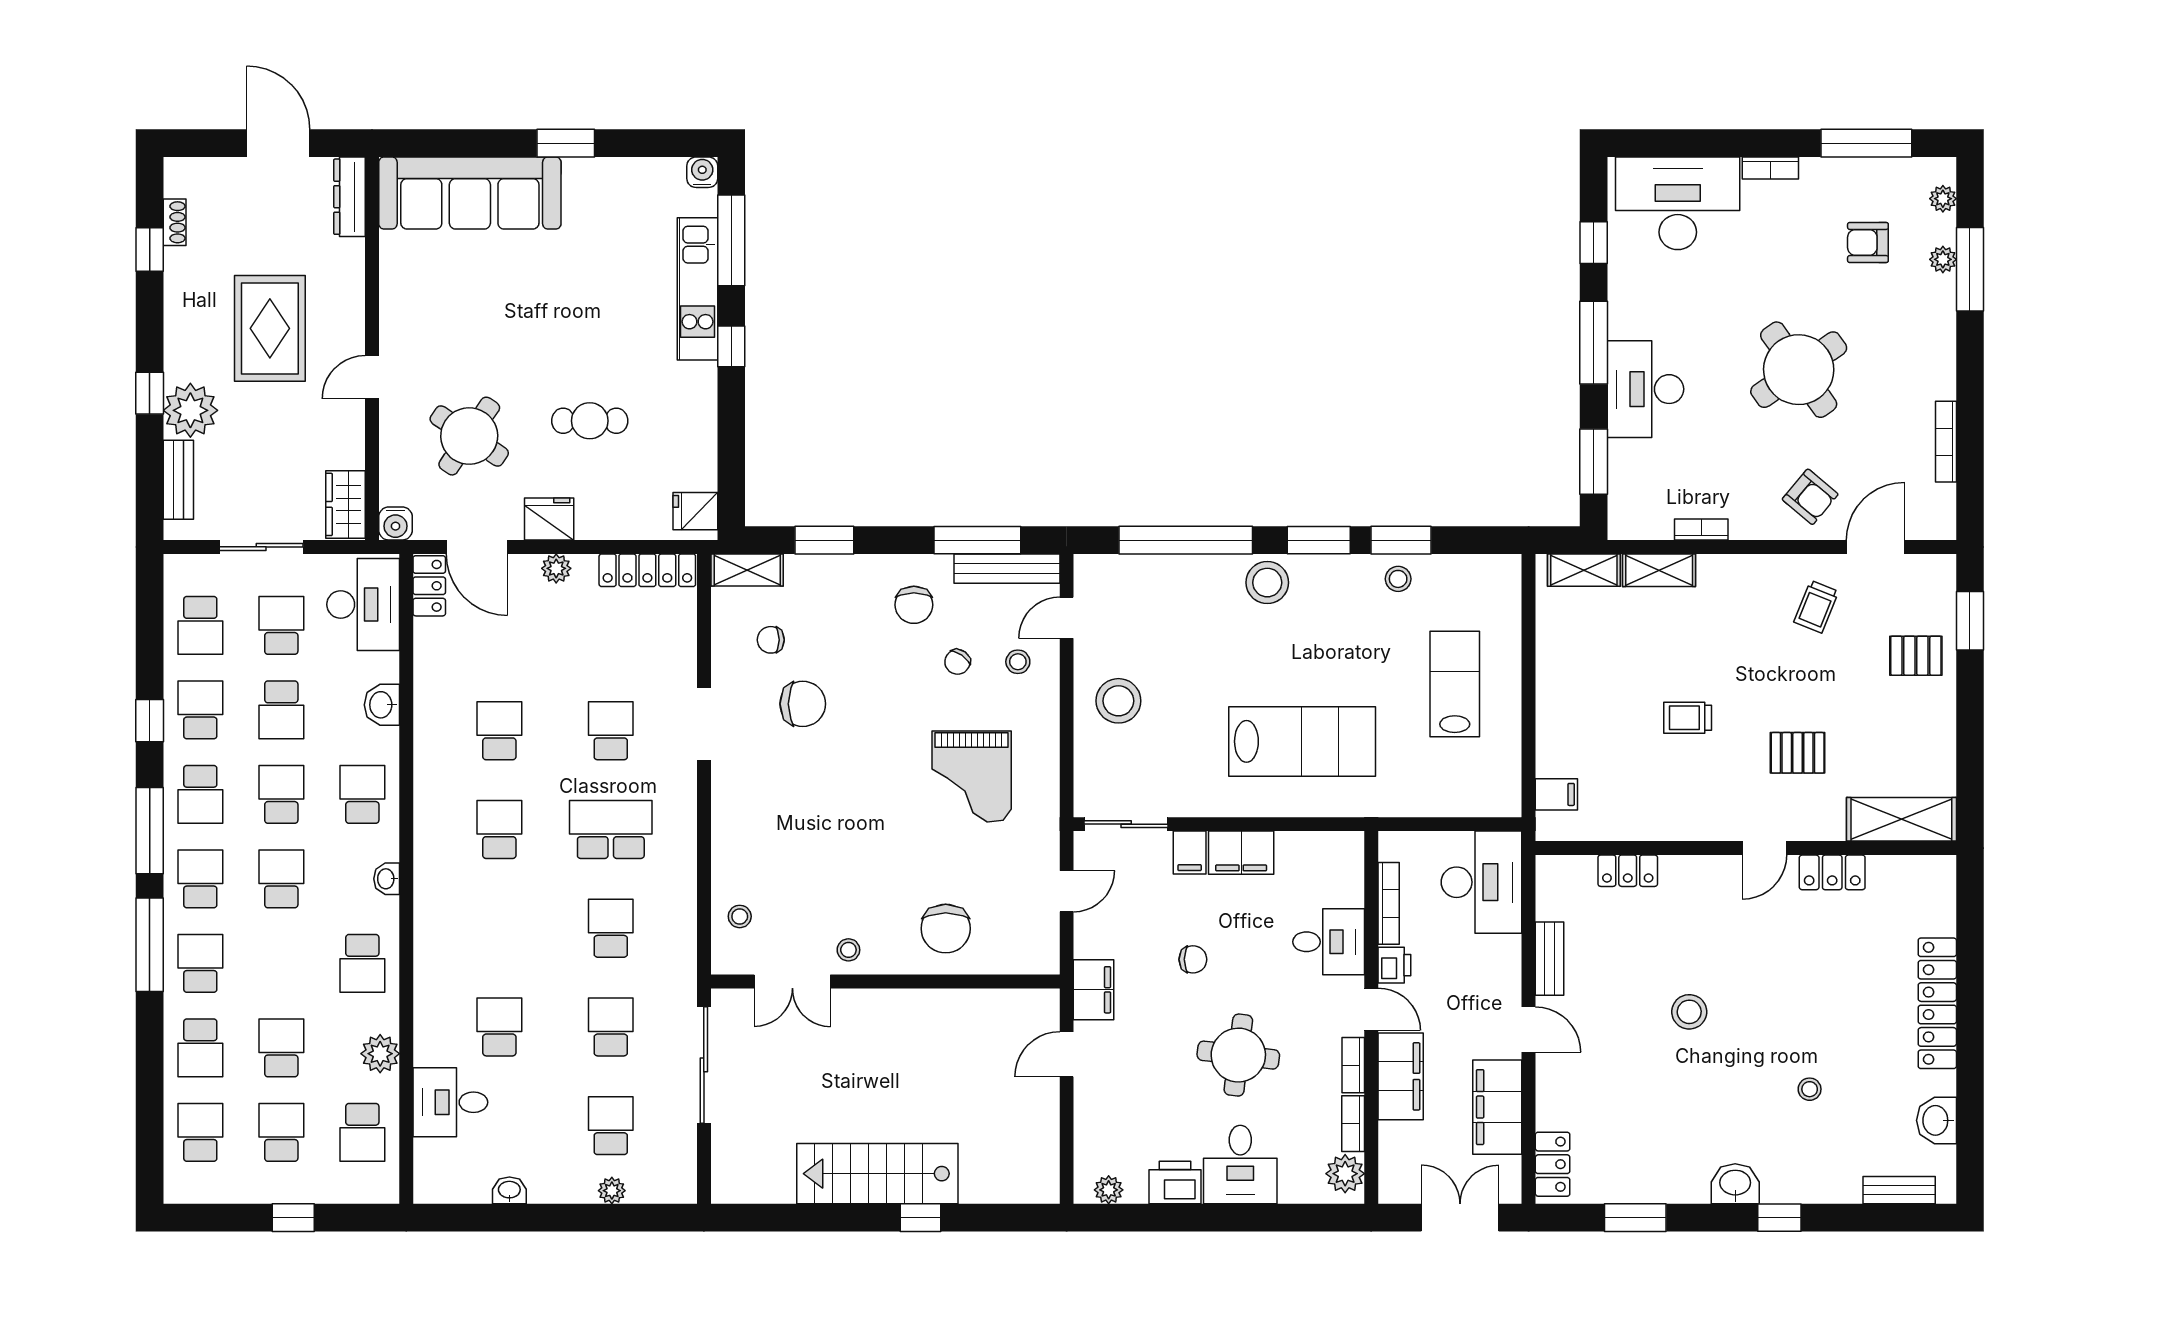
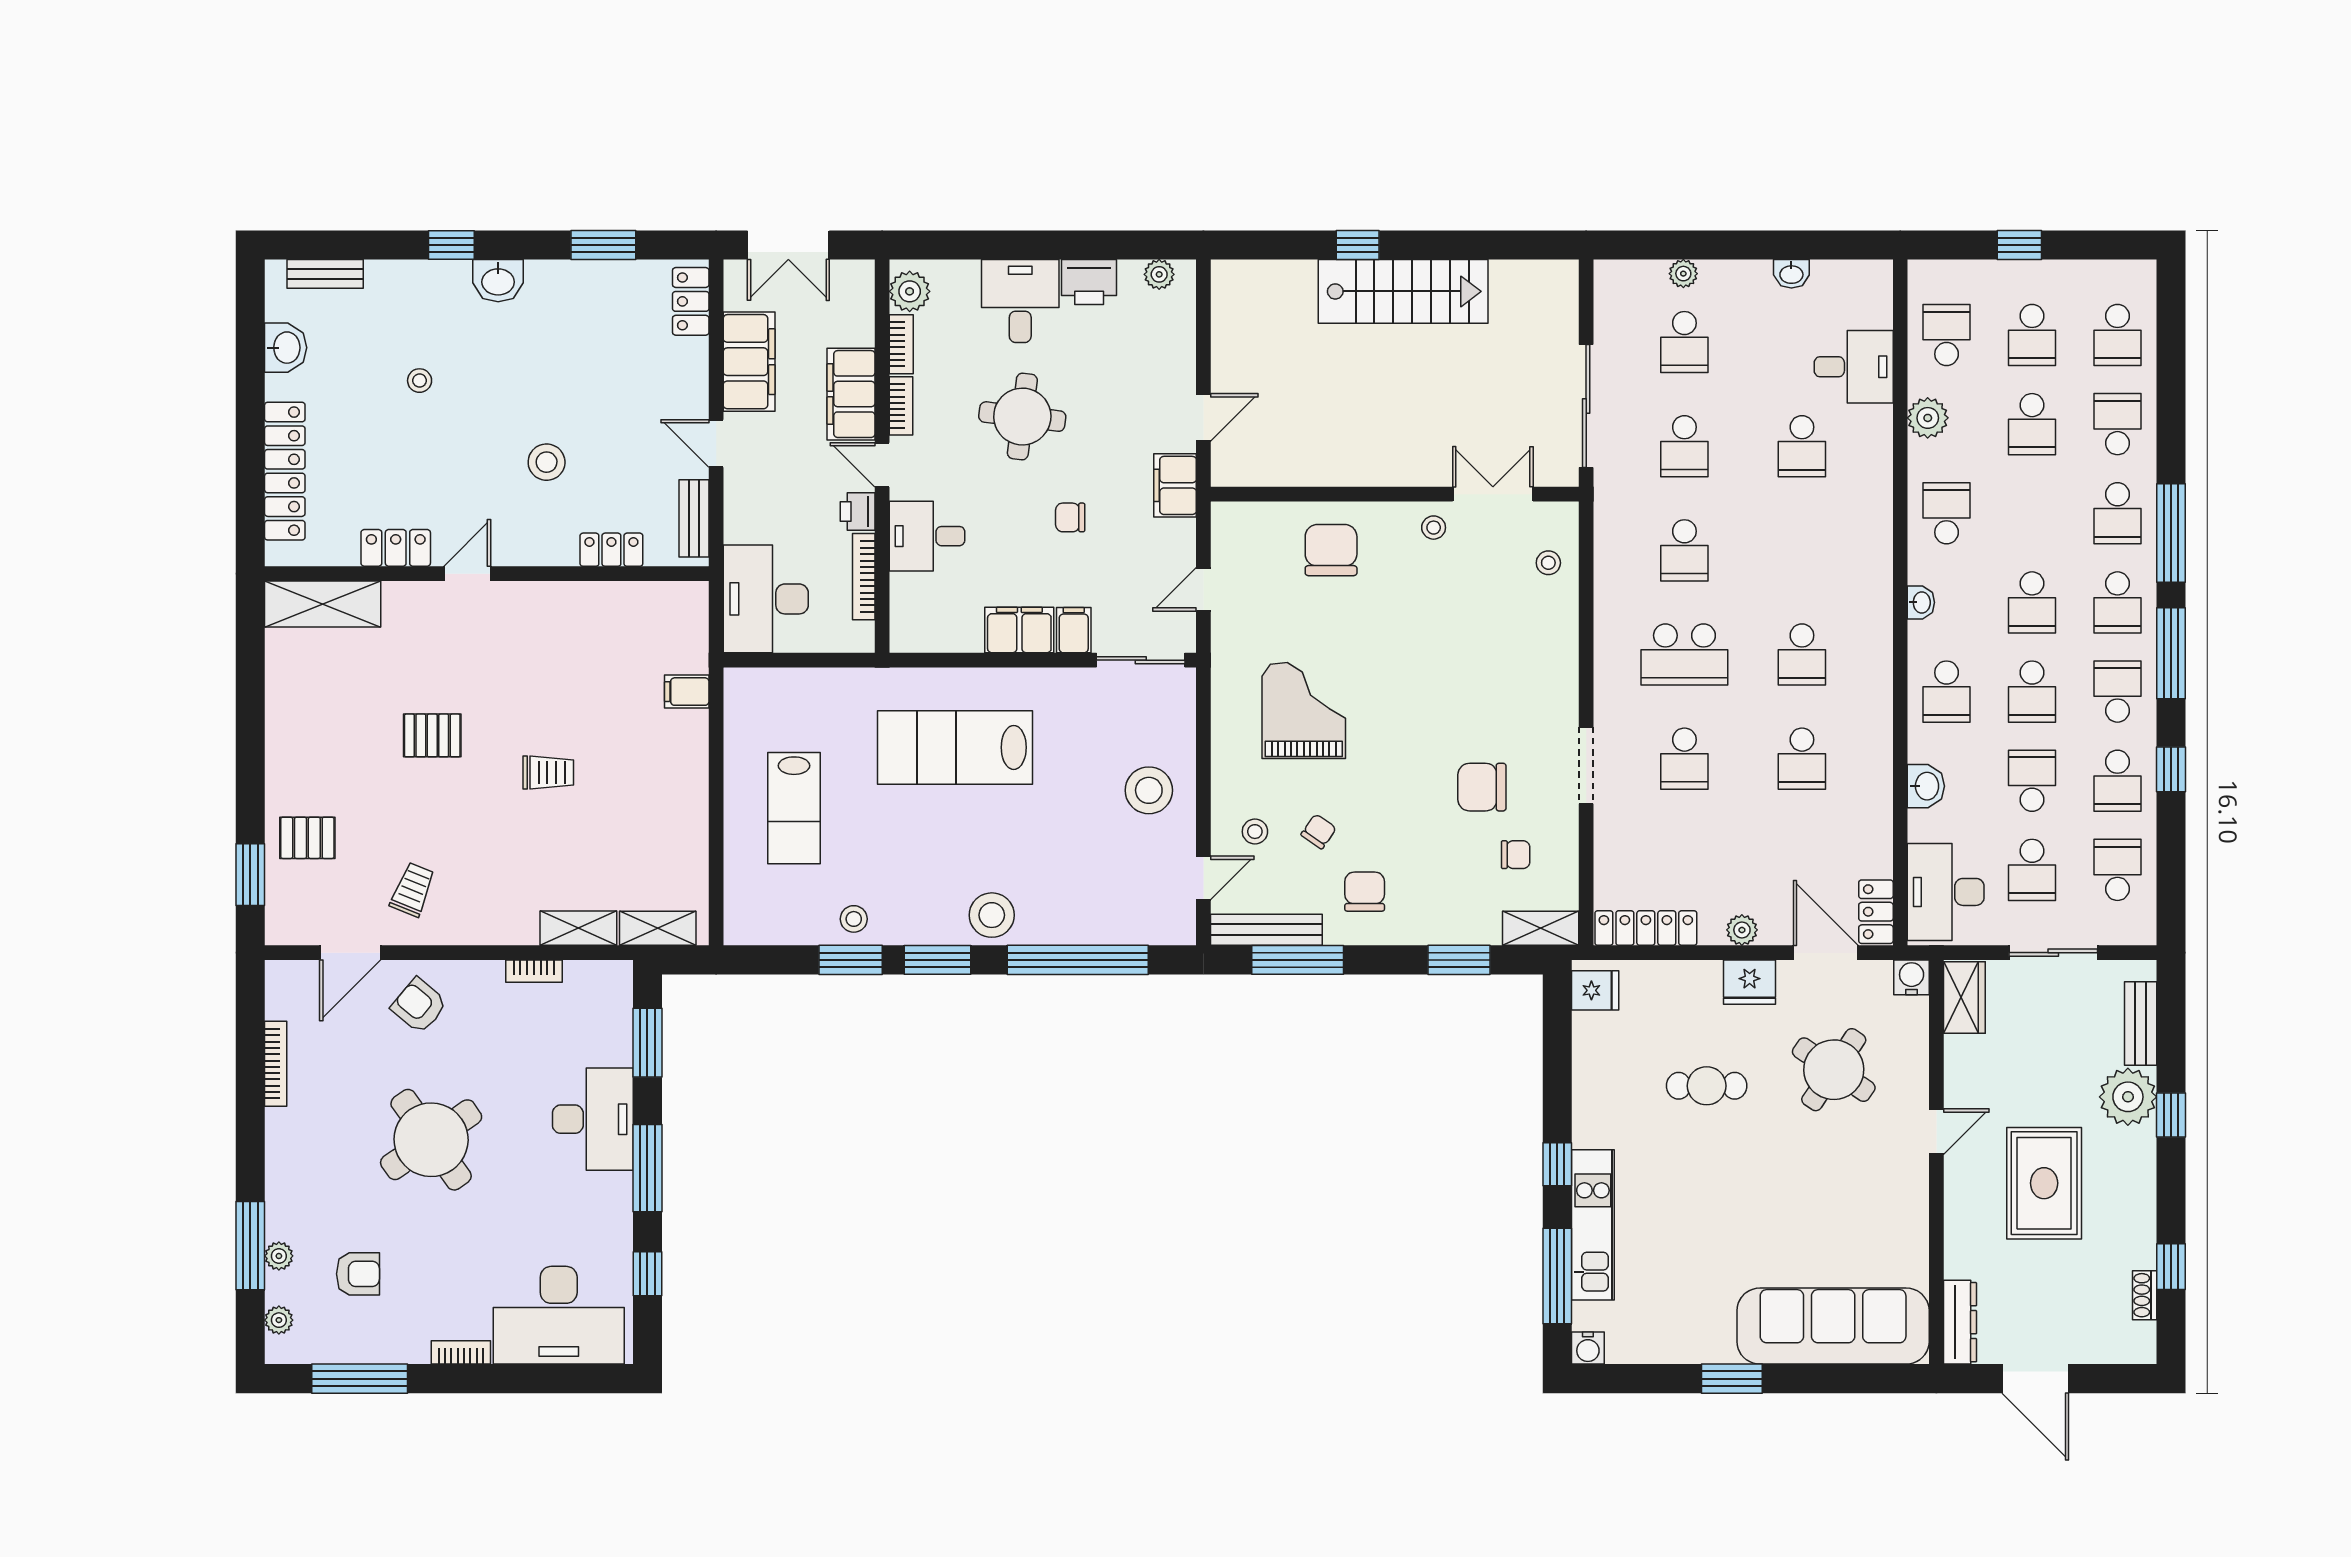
shelving: (1901, 819) -> (323, 604), moved
wall: (1746, 848) -> (487, 574), moved
door: (1764, 848) -> (467, 574), moved
locker: (1628, 871) -> (611, 550), moved
locker: (1832, 872) -> (396, 548), moved

